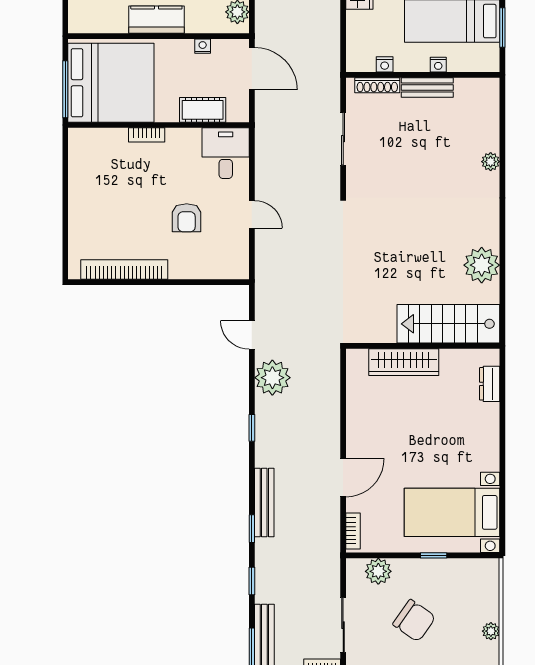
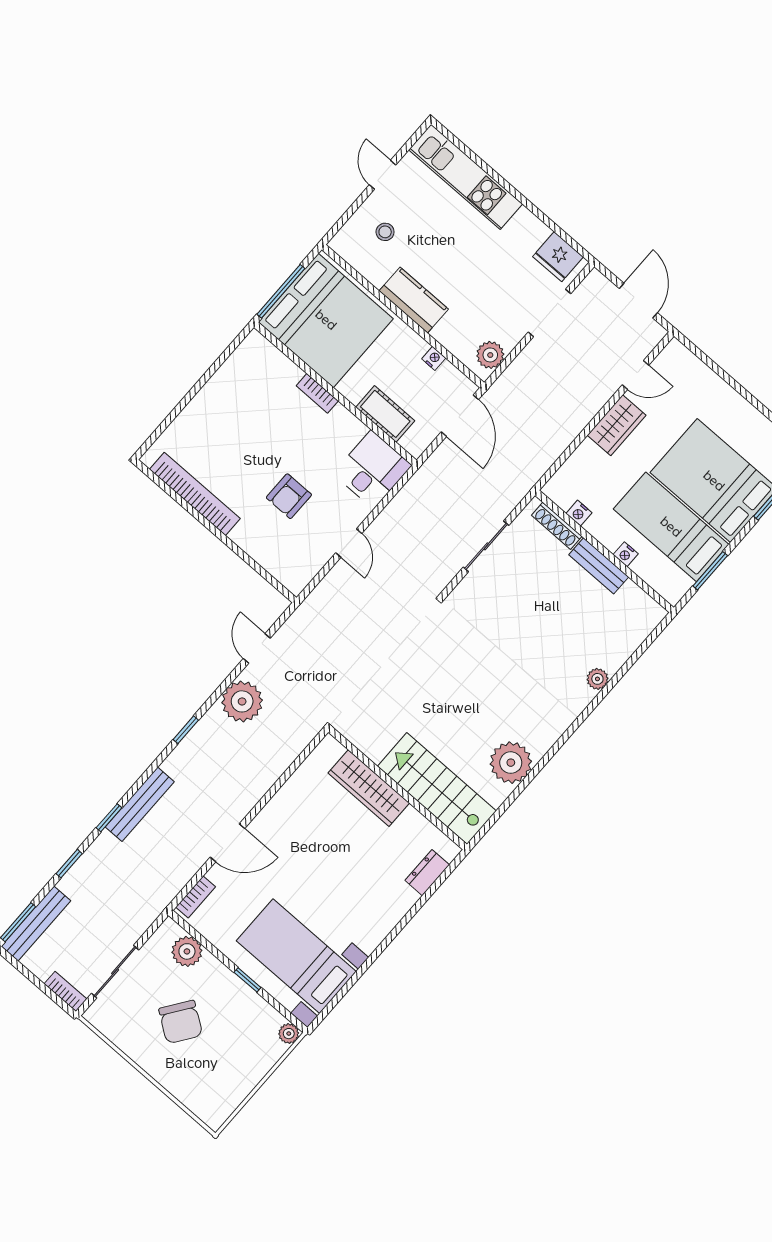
plant: (491, 631) -> (289, 1034), moved

